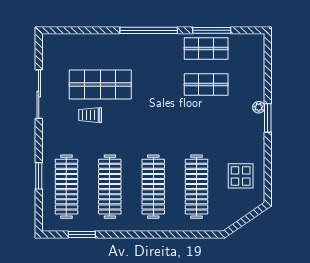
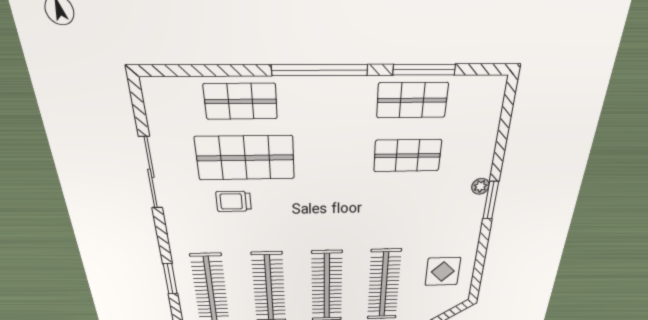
shop shelf: (100, 48) -> (241, 101), added

